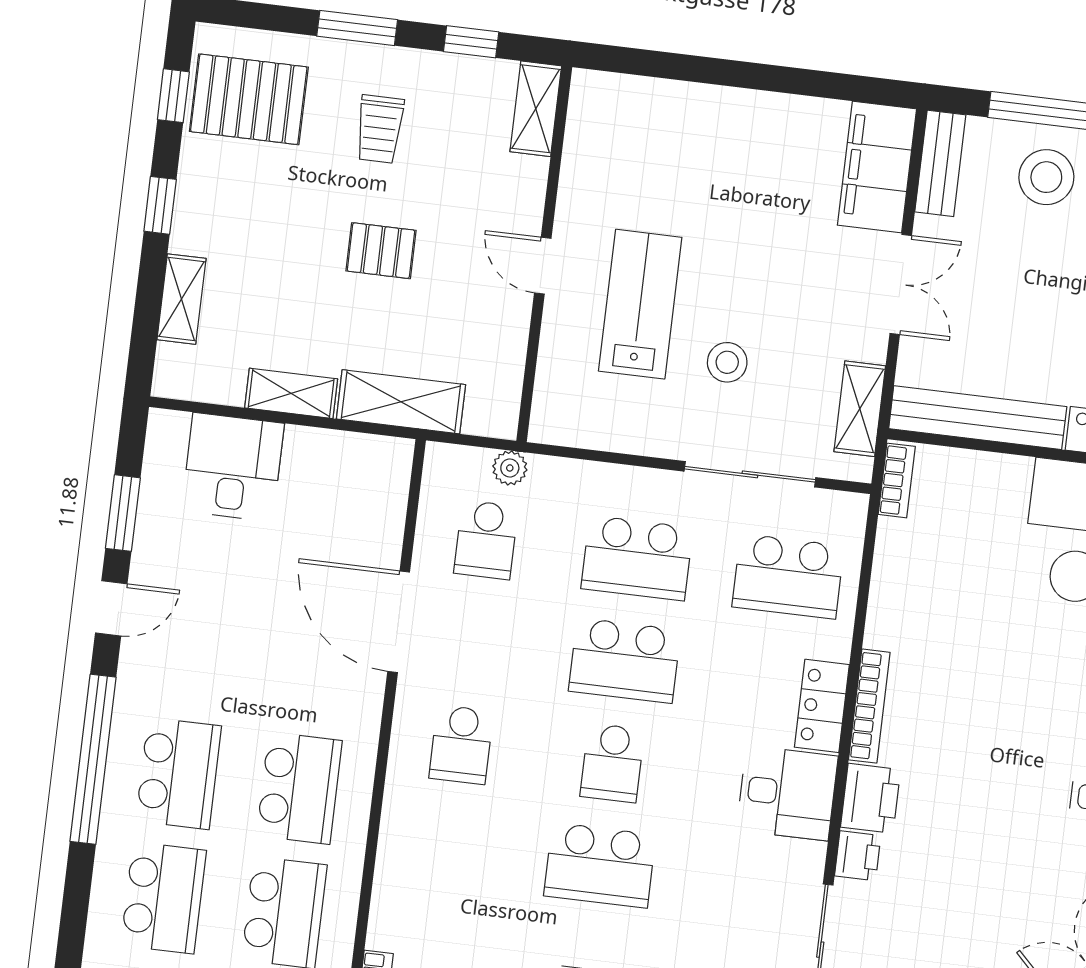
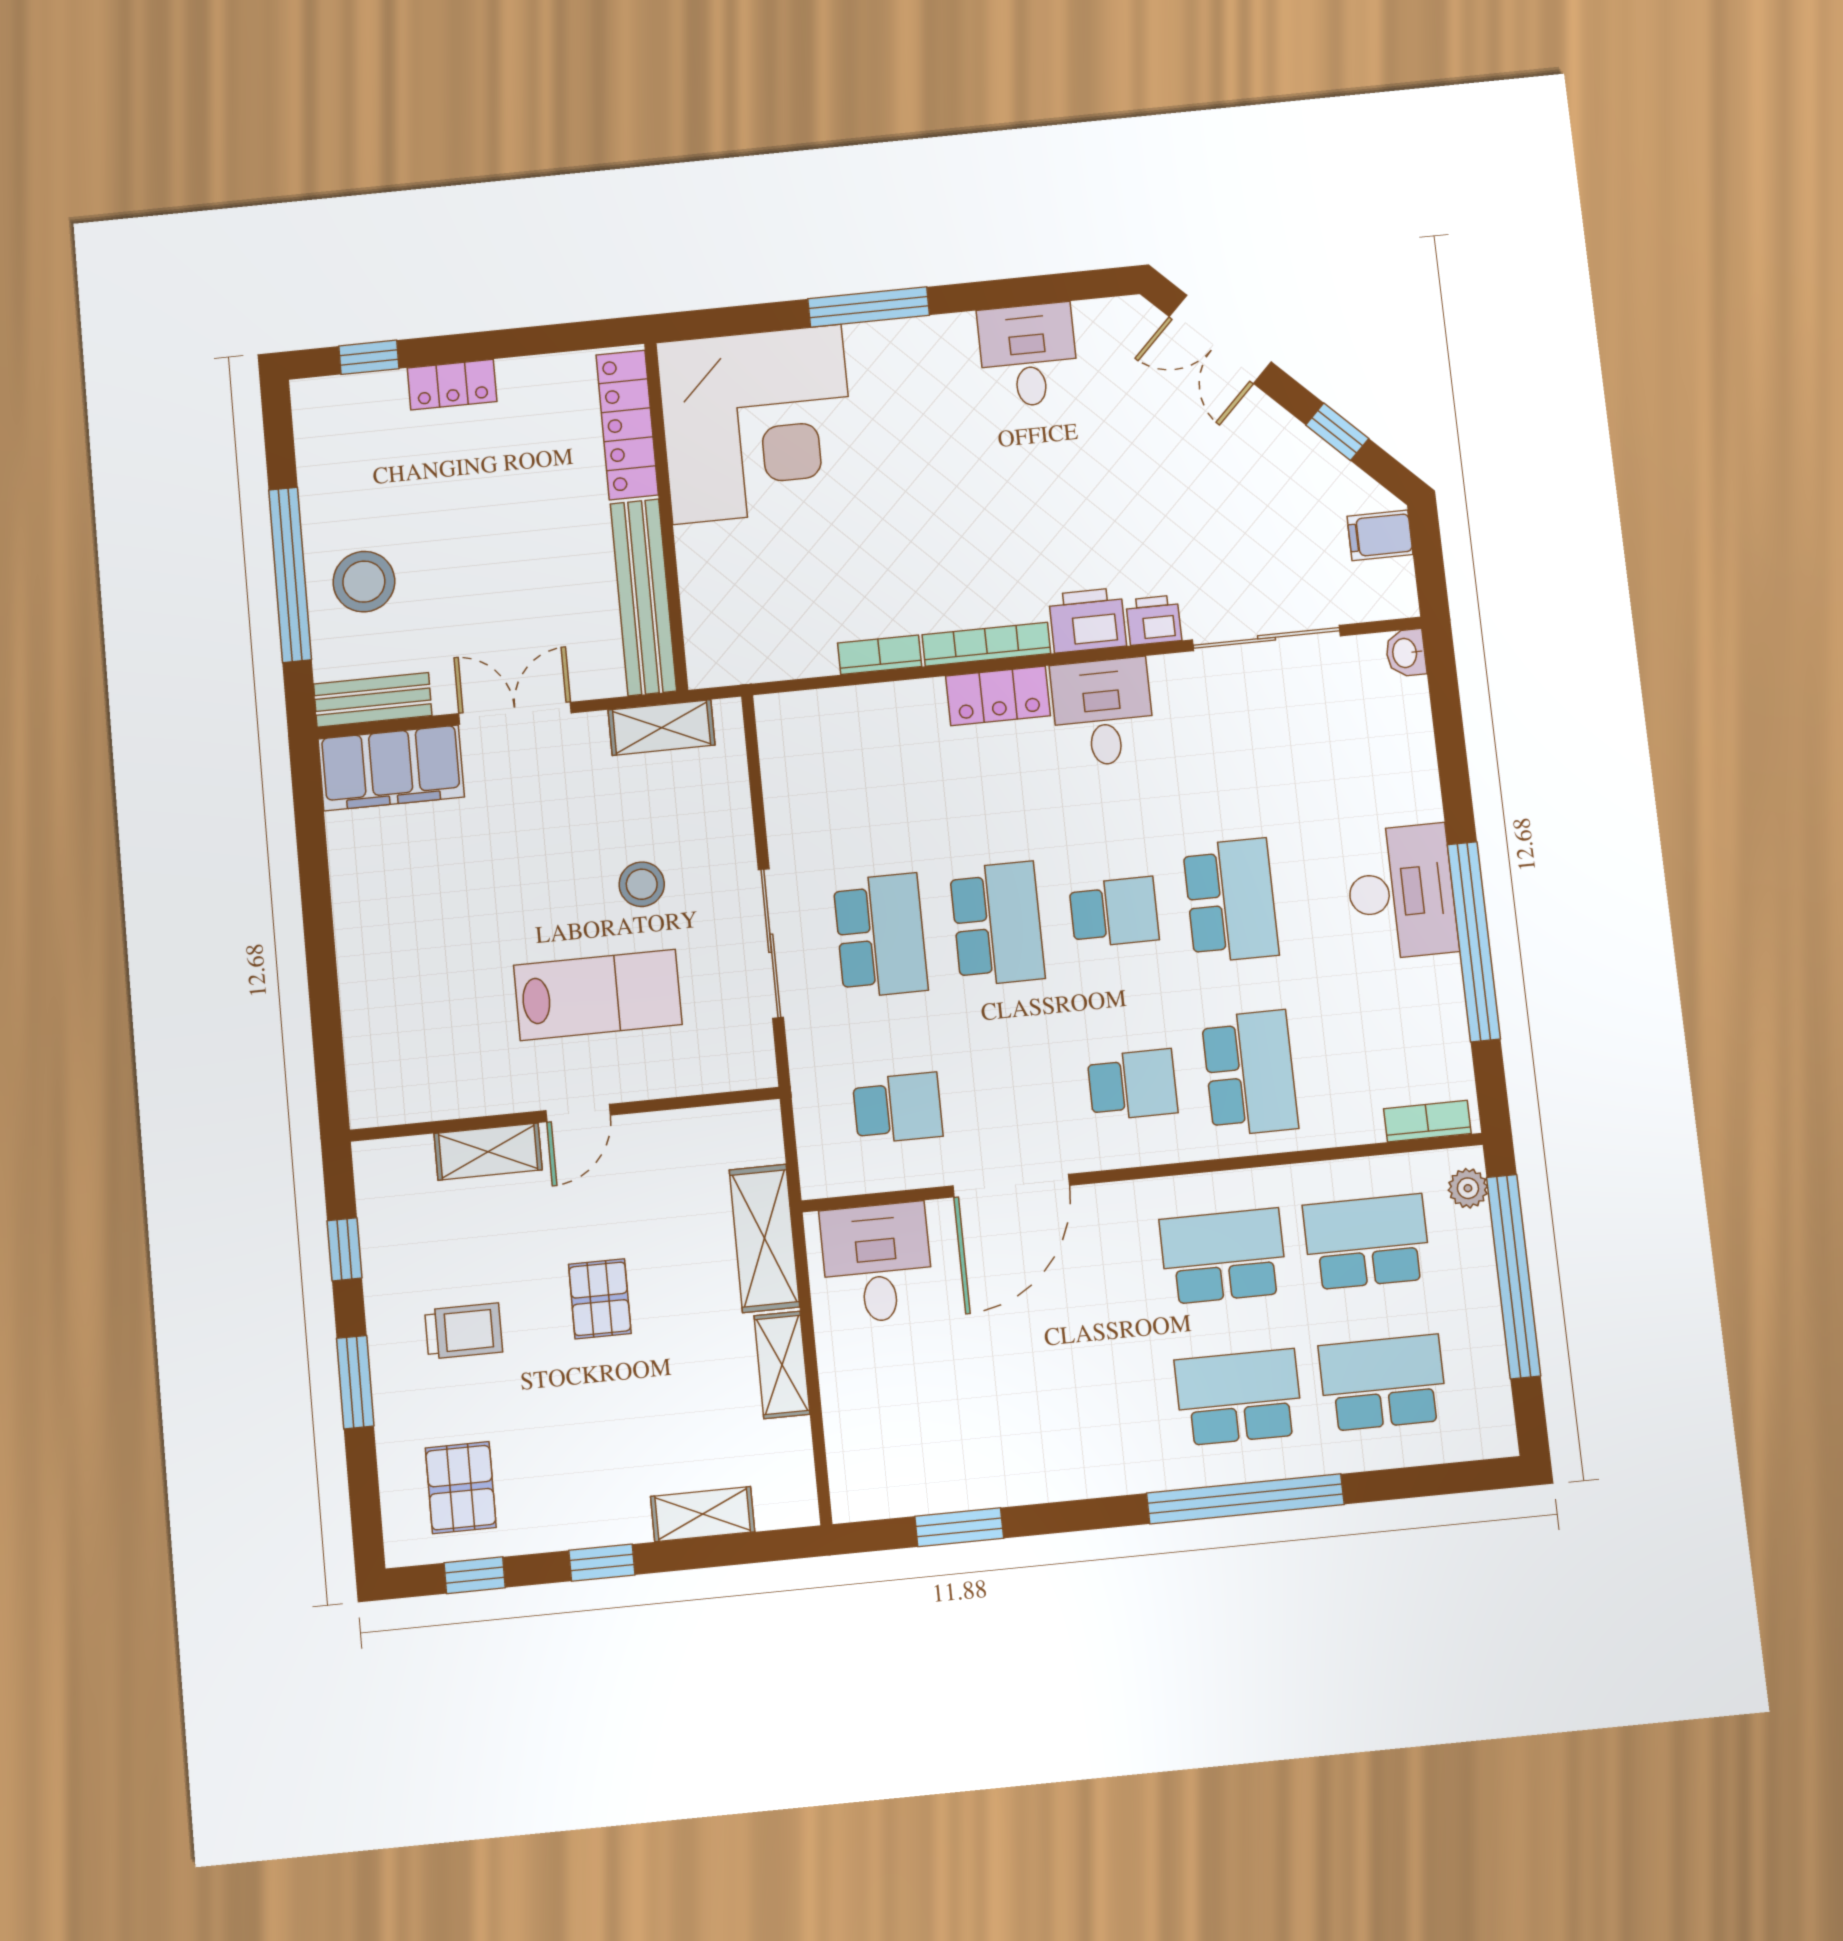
pallet: (249, 99) -> (461, 1488), width x0.67, depth x0.71
shelving: (536, 109) -> (488, 1152), moved
lab bench: (640, 304) -> (598, 995), turned 180
desk: (233, 467) -> (877, 1263), moved, turned 90
plant: (510, 468) -> (812, 1099), removed
sliding door: (750, 474) -> (771, 943), moved
bookcase: (897, 480) -> (880, 655), moved
school desk: (788, 576) -> (1250, 1073), moved
door: (111, 608) -> (1070, 1516), removed

